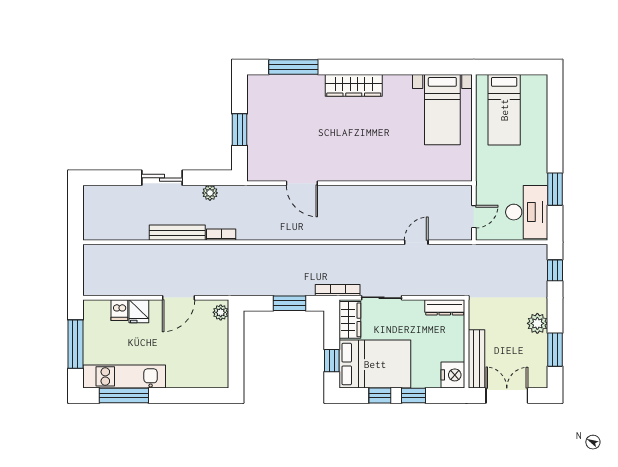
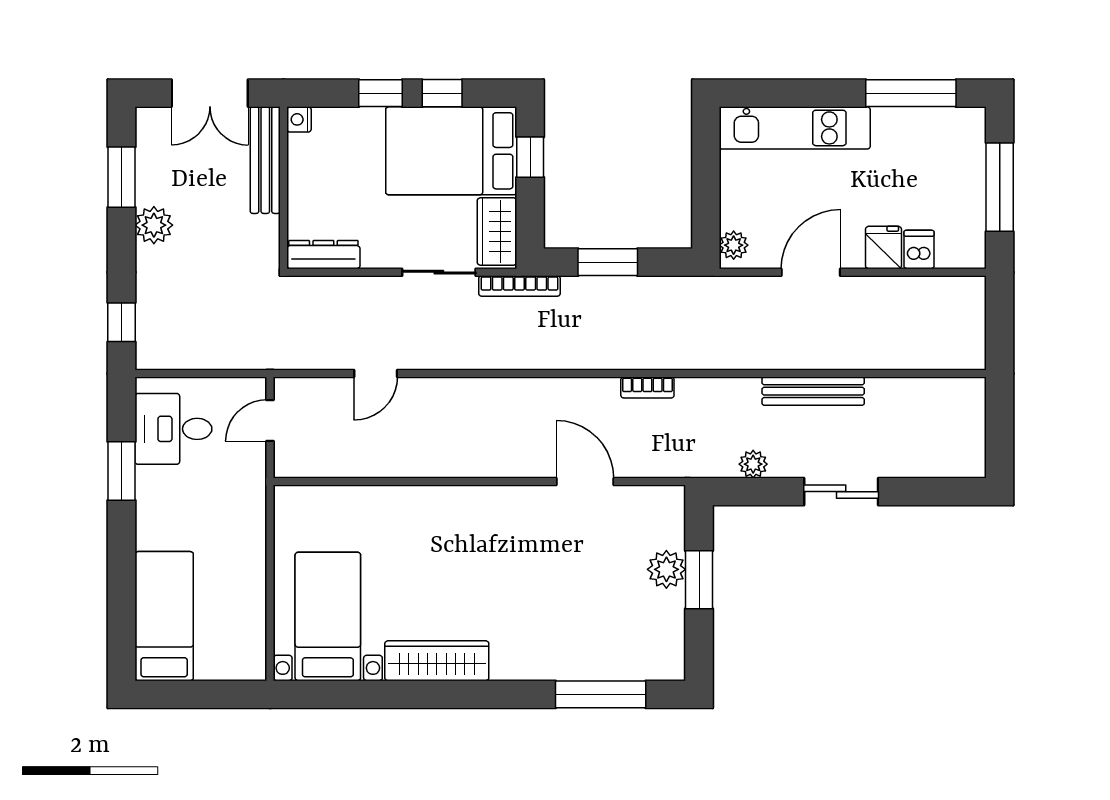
wardrobe: (354, 85) -> (437, 661), moved
bed: (504, 110) -> (164, 616), moved
plant: (257, 135) -> (666, 569), added
desk: (527, 212) -> (173, 429), width x0.73
bookcase: (221, 235) -> (647, 387), moved
nightstand: (453, 375) -> (299, 119), width x0.53, depth x0.56
kitchen unit: (124, 376) -> (795, 128), moved

